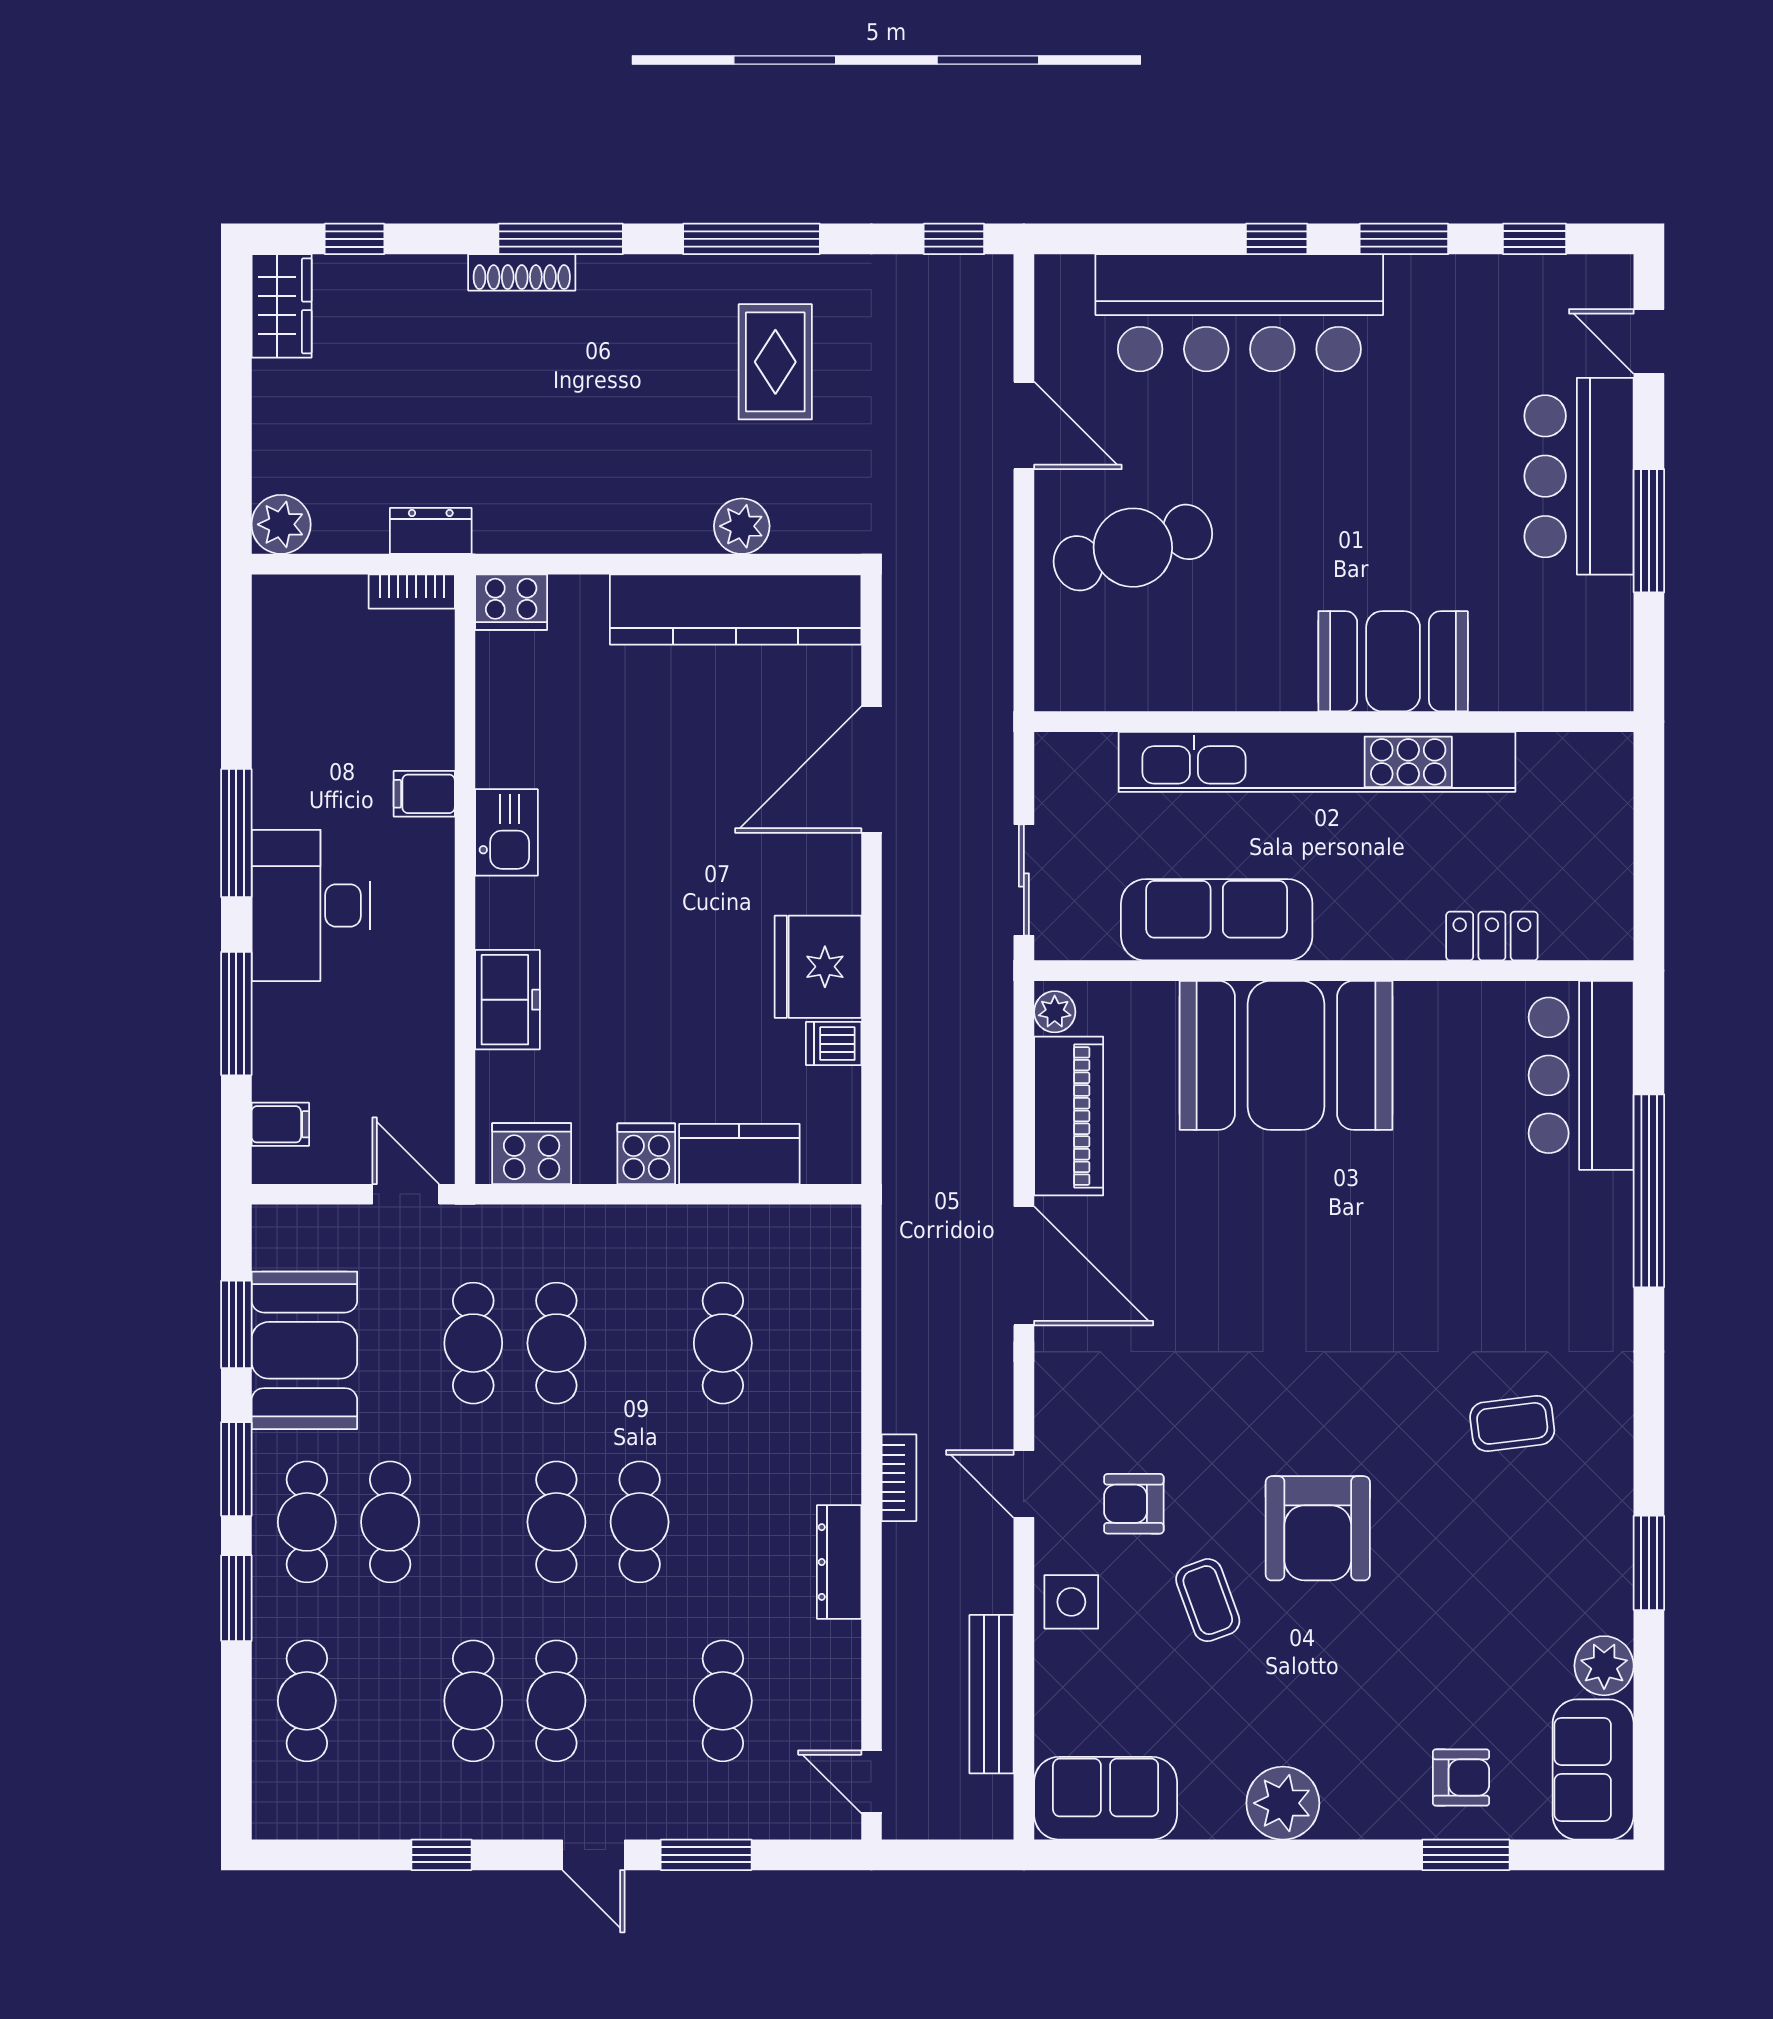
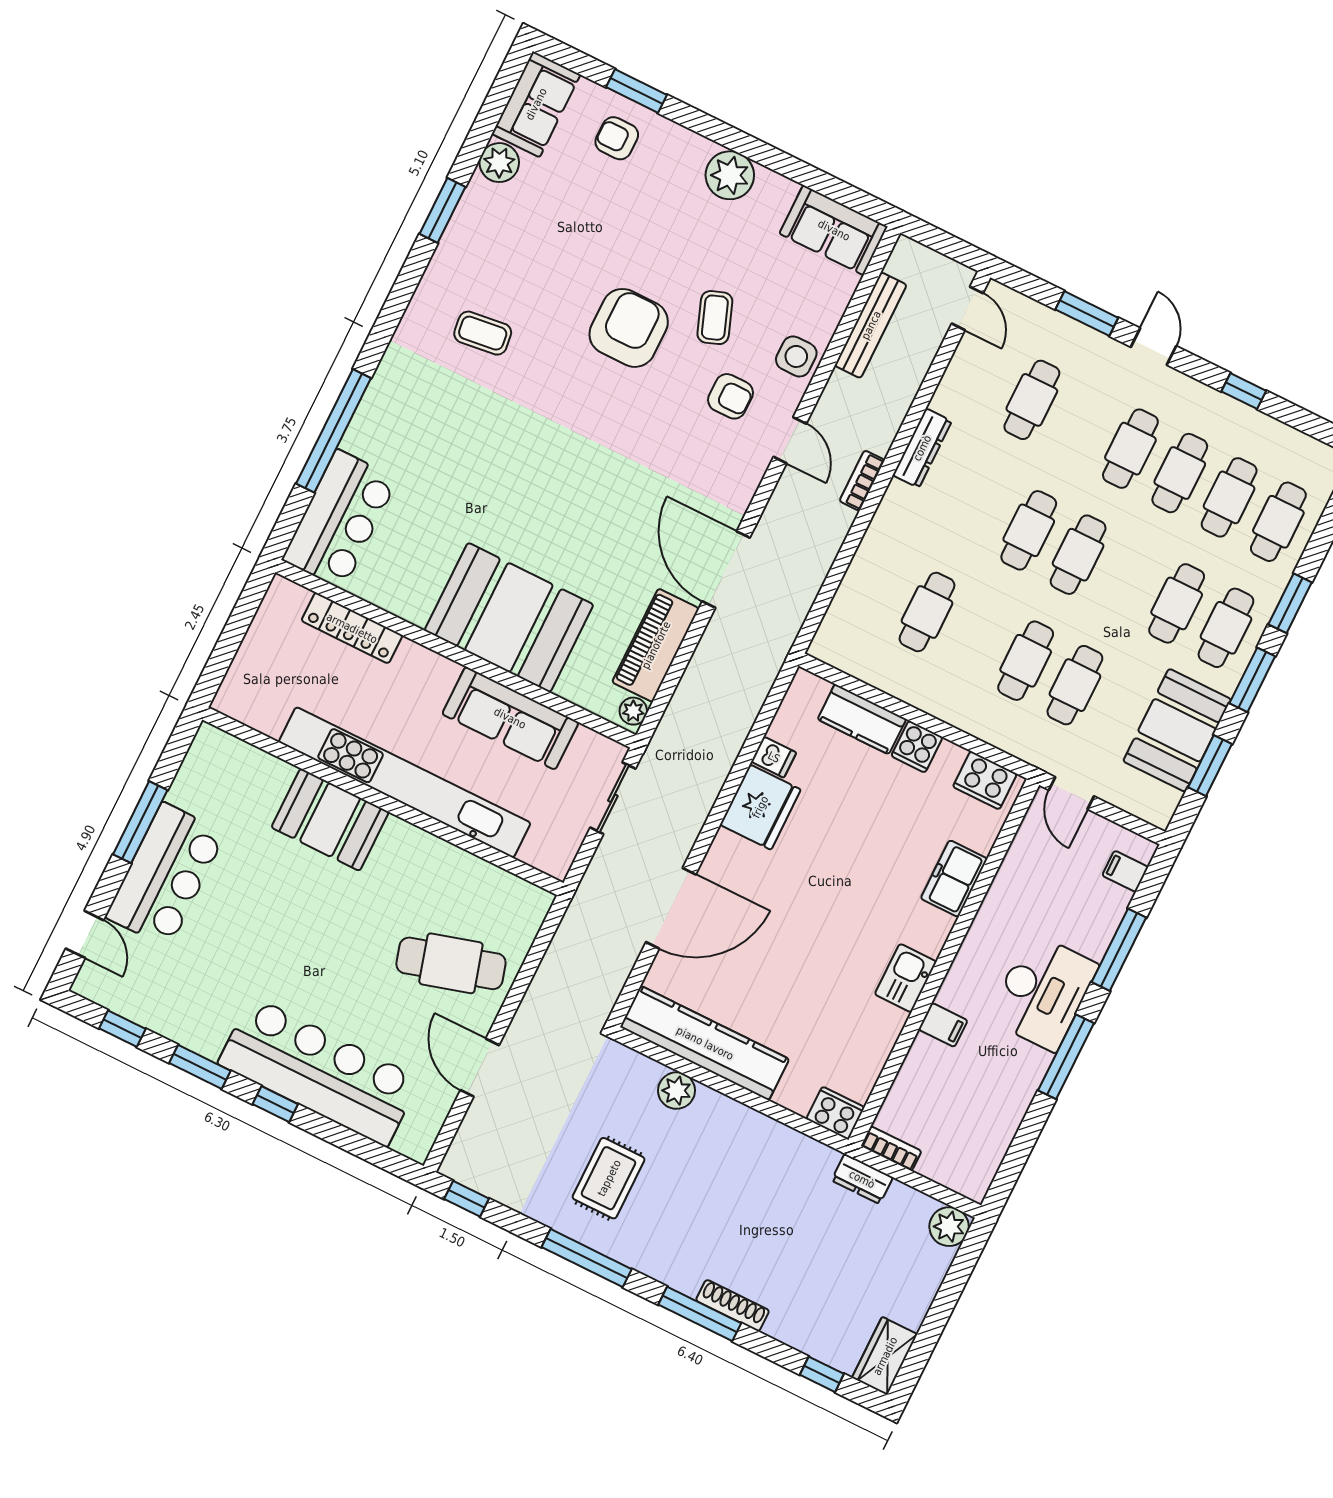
locker: (1492, 936) -> (352, 628), width x1.53
cafe table: (390, 1701) -> (1229, 497), added

